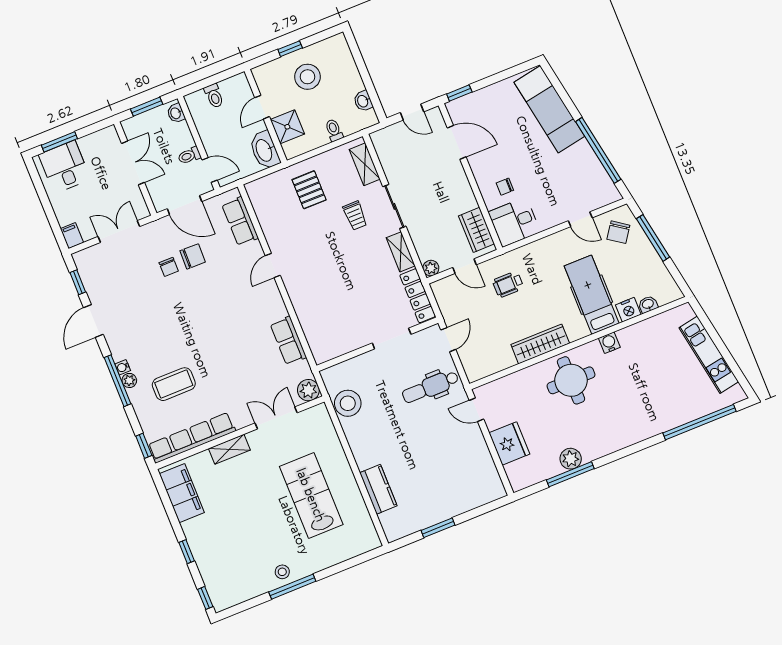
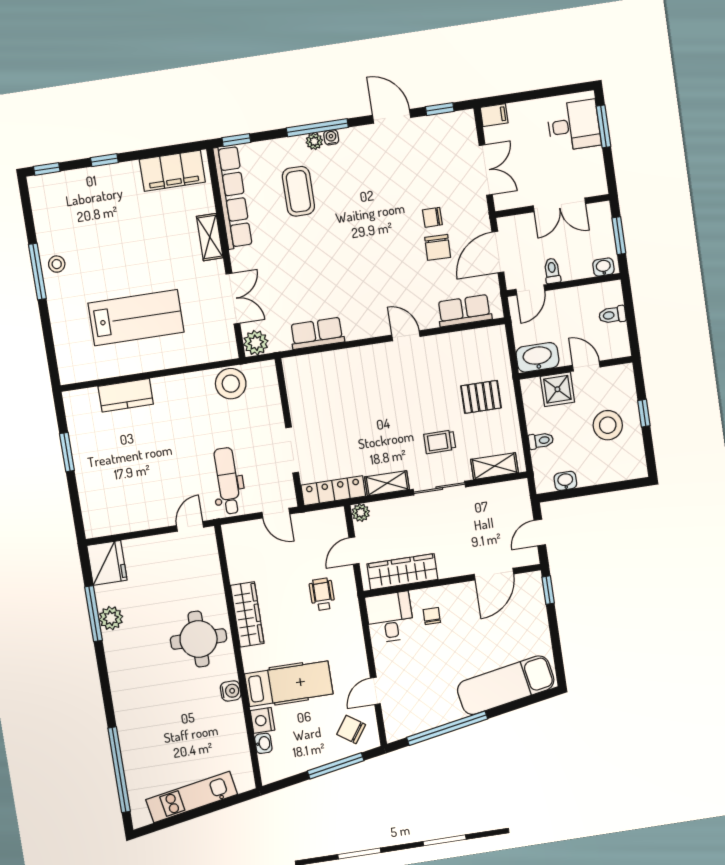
wardrobe: (477, 230) -> (402, 572), width x1.50
fridge: (509, 443) -> (107, 563), moved, turned -90

